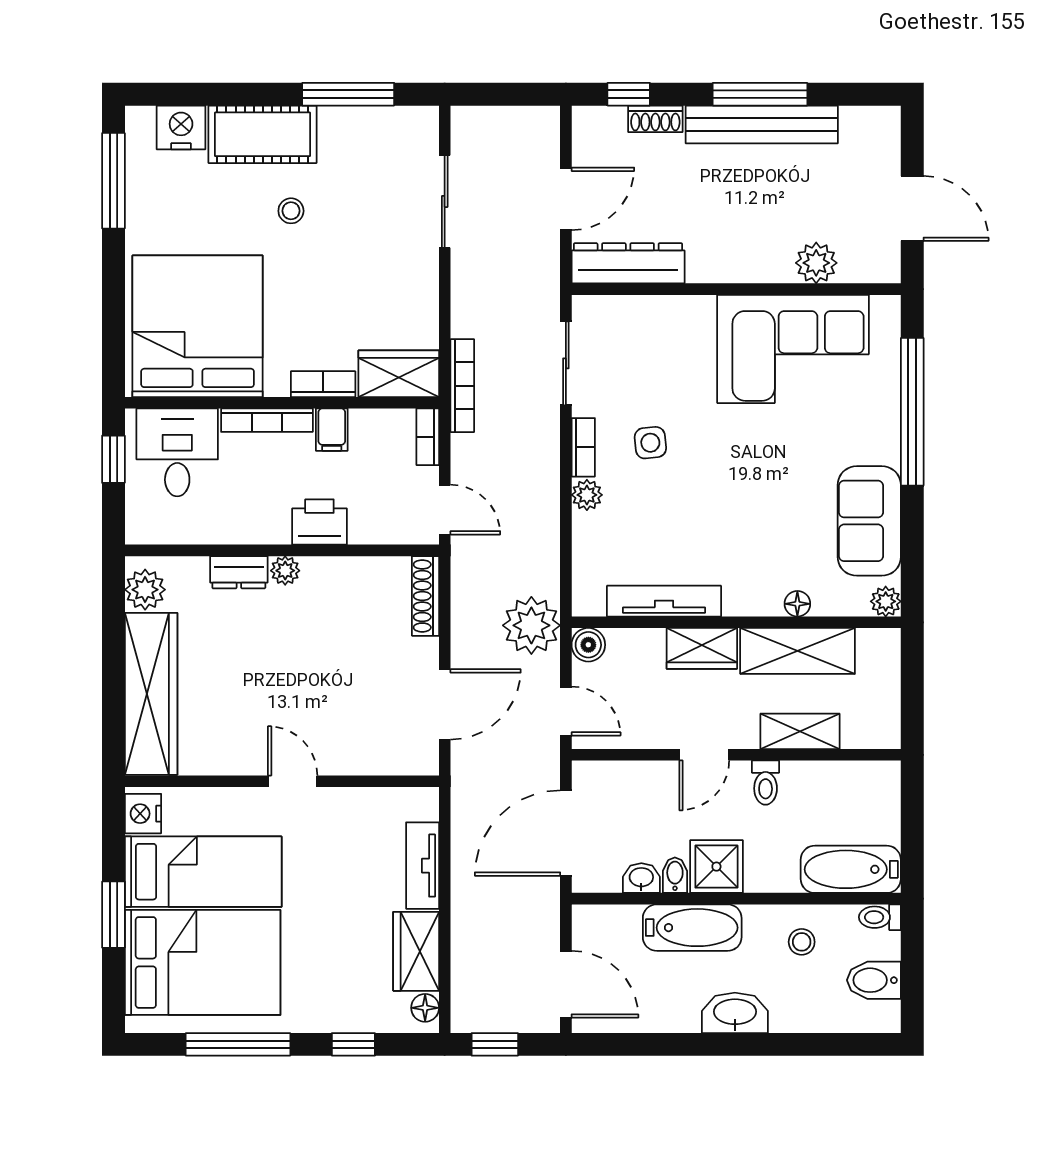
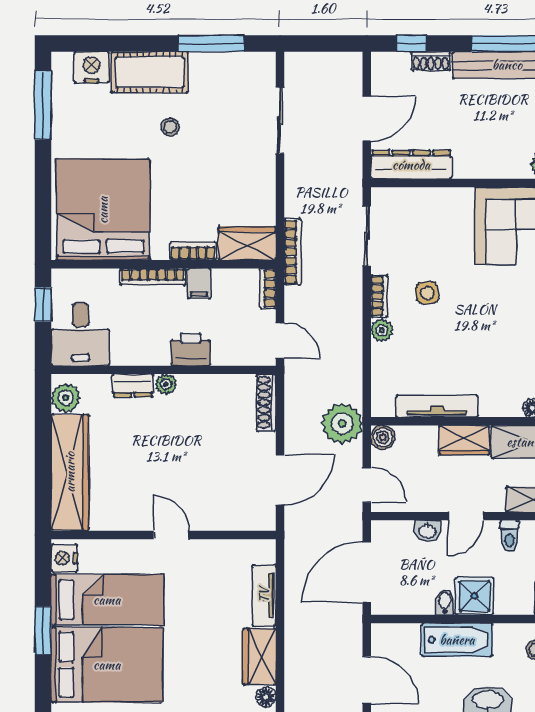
desk: (177, 452) -> (80, 334), moved, turned 180
washbasin: (641, 878) -> (427, 531), moved, turned 180

